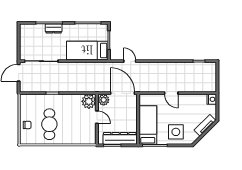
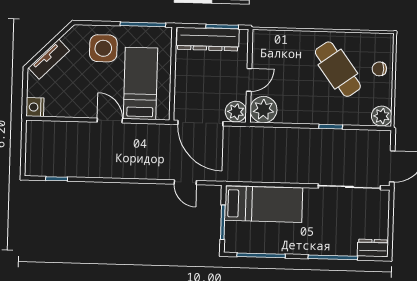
dresser: (54, 29) -> (373, 248), moved
plant: (25, 100) -> (382, 116), added
door: (97, 117) -> (249, 80), swing flipped
cafe table: (49, 124) -> (338, 69), turned -36
bed: (148, 125) -> (141, 83), moved, turned 180

